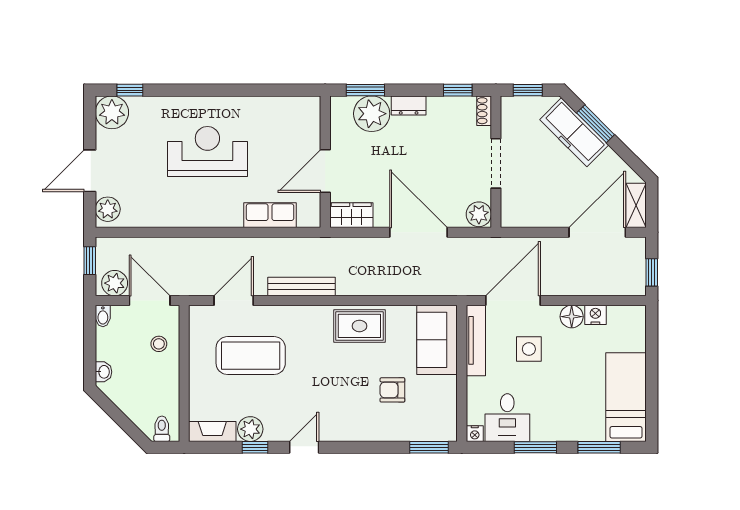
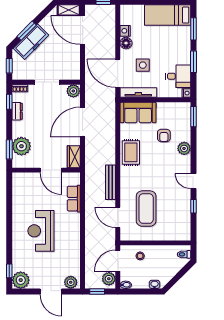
dresser: (409, 105) -> (17, 111), moved
plant: (250, 429) -> (184, 148), moved
fireplace: (212, 432) -> (185, 228), removed

